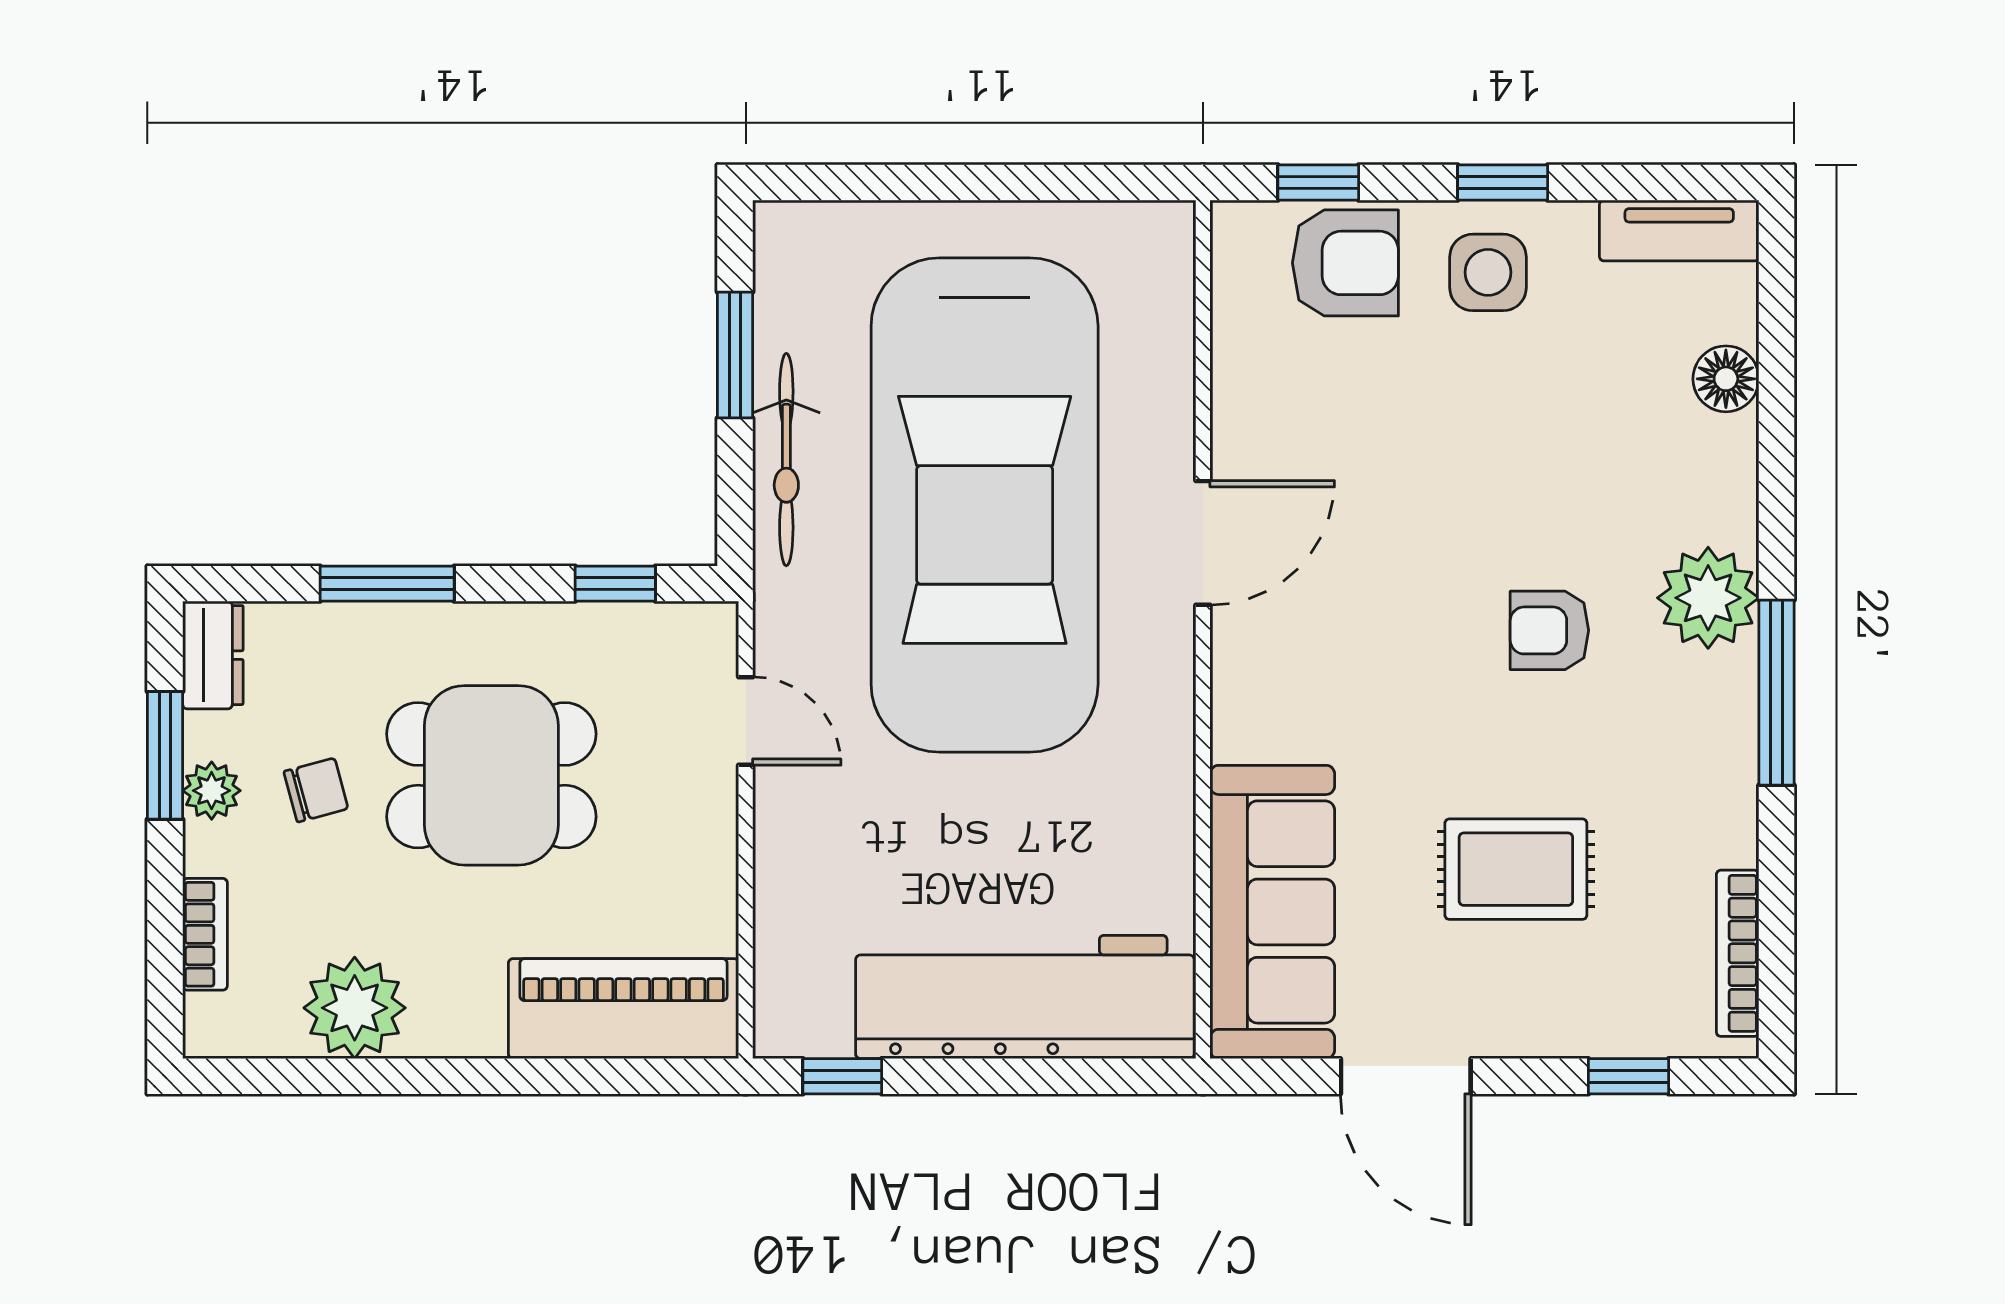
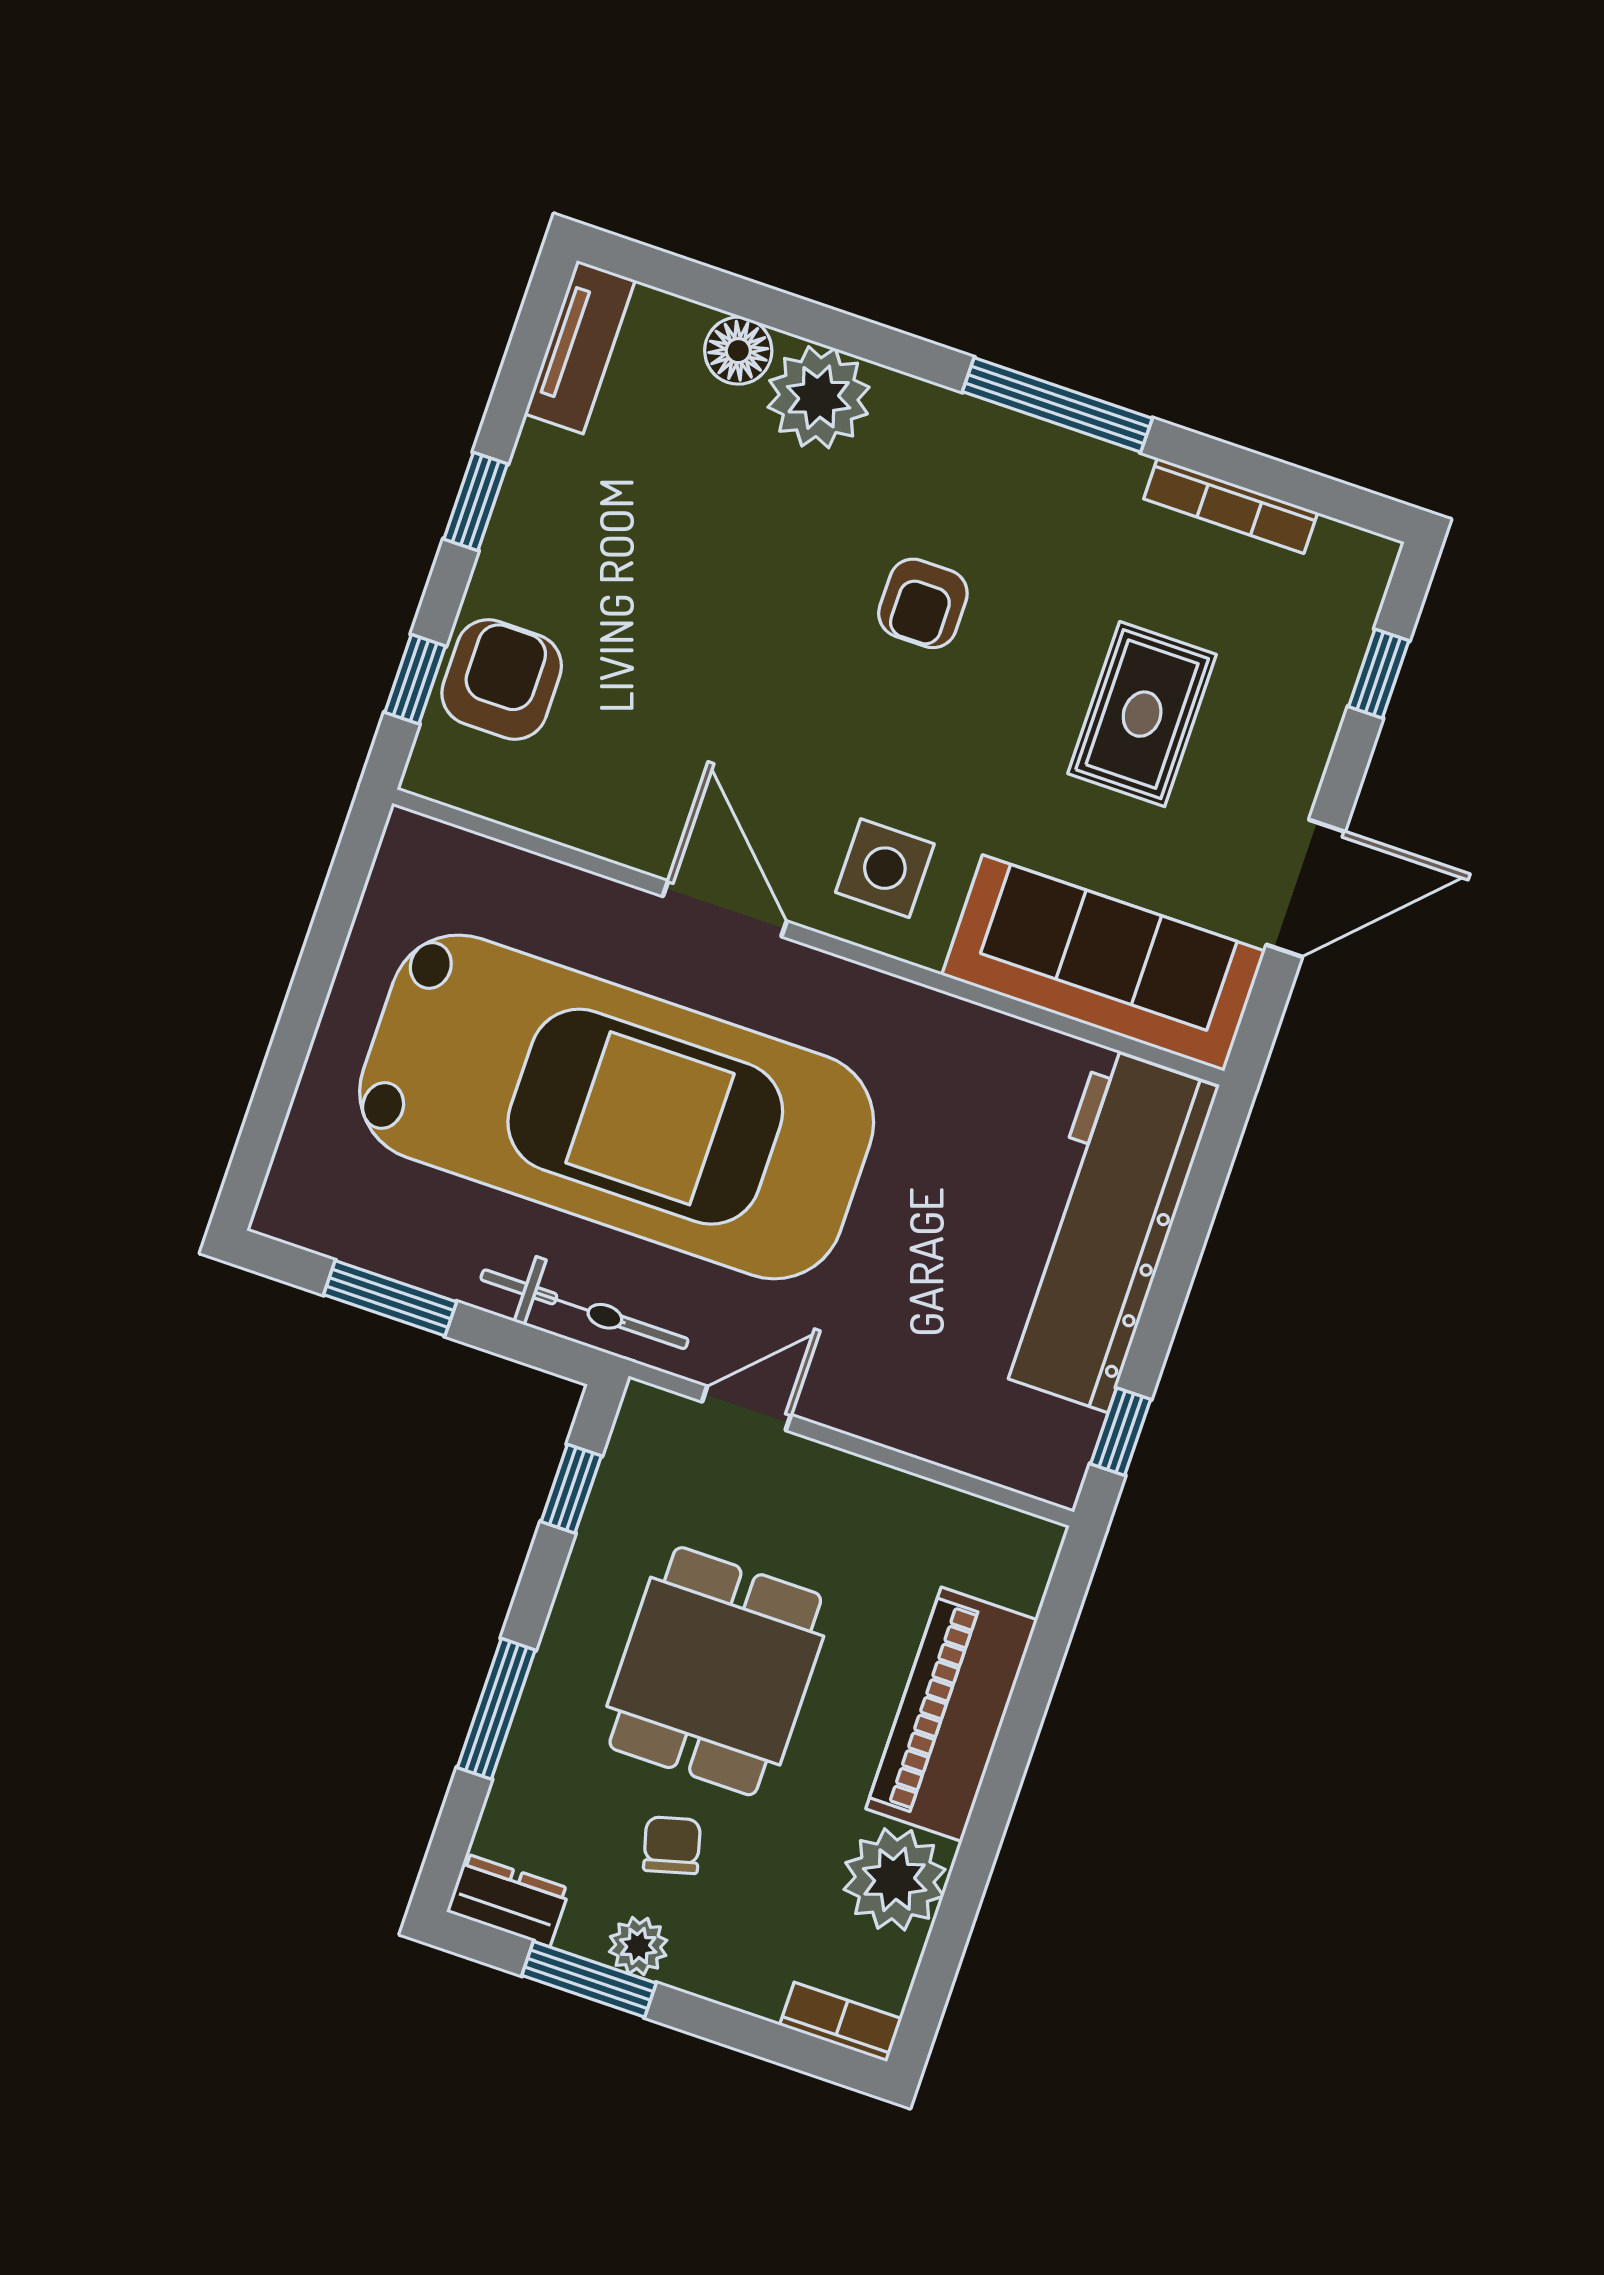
side table: (1488, 272) -> (885, 868), moved
bicycle: (786, 460) -> (584, 1309), moved
plant: (1708, 598) -> (819, 397), moved
bookcase: (205, 934) -> (841, 2022), moved
bookcase: (1738, 953) -> (1231, 506), moved
piano: (623, 1009) -> (952, 1714), moved

